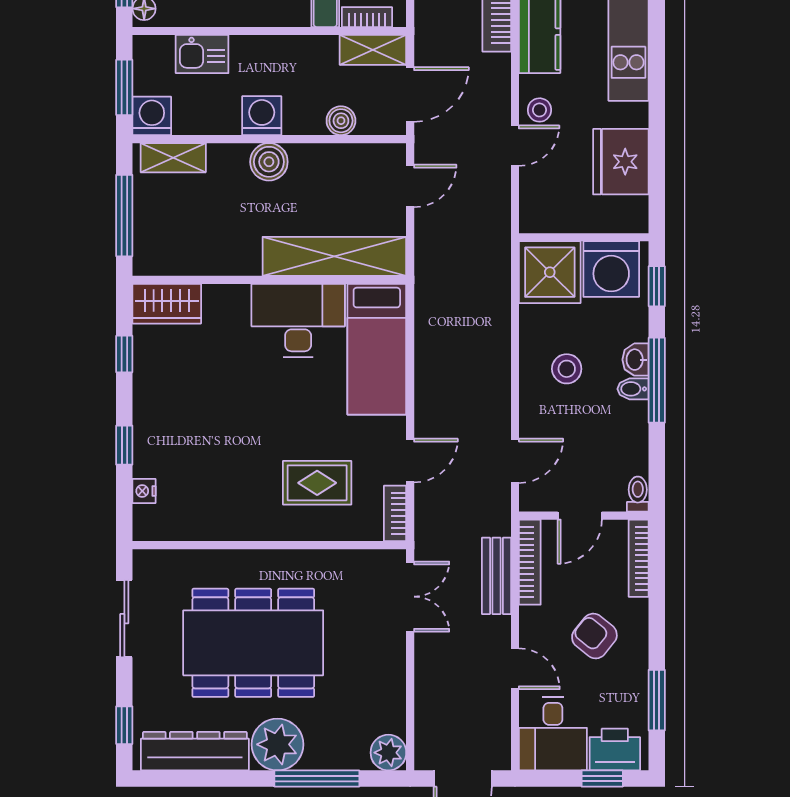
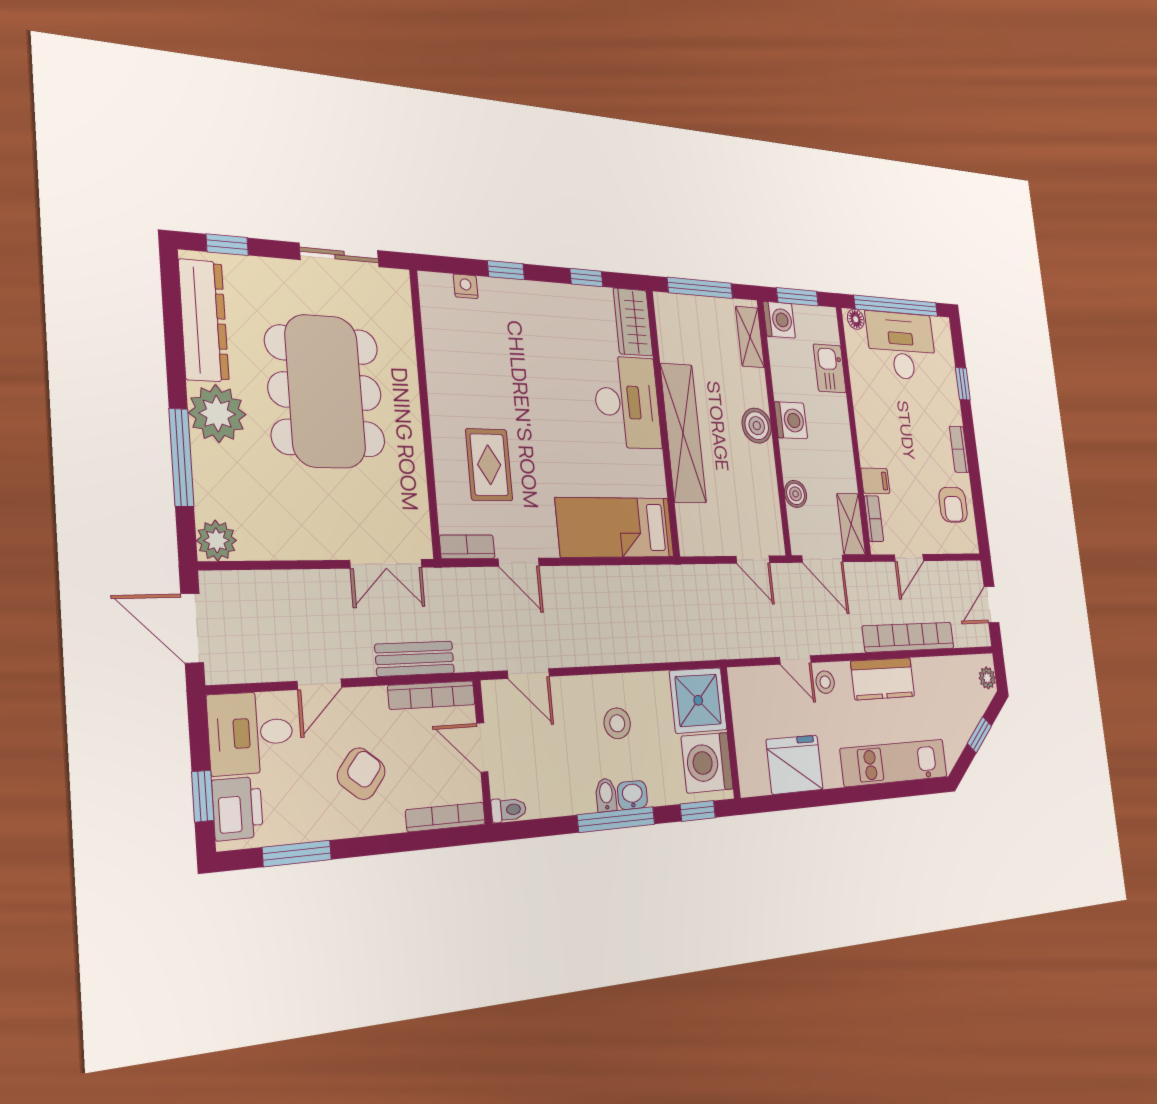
shelving: (334, 256) -> (683, 433), moved
desk: (298, 320) -> (627, 402), moved

